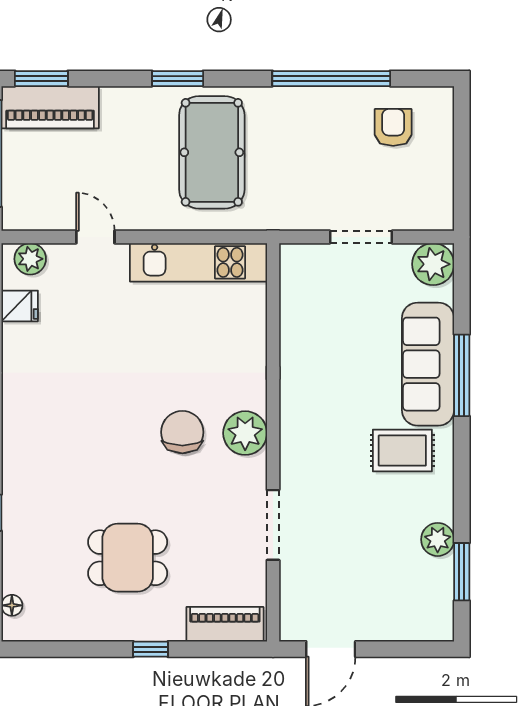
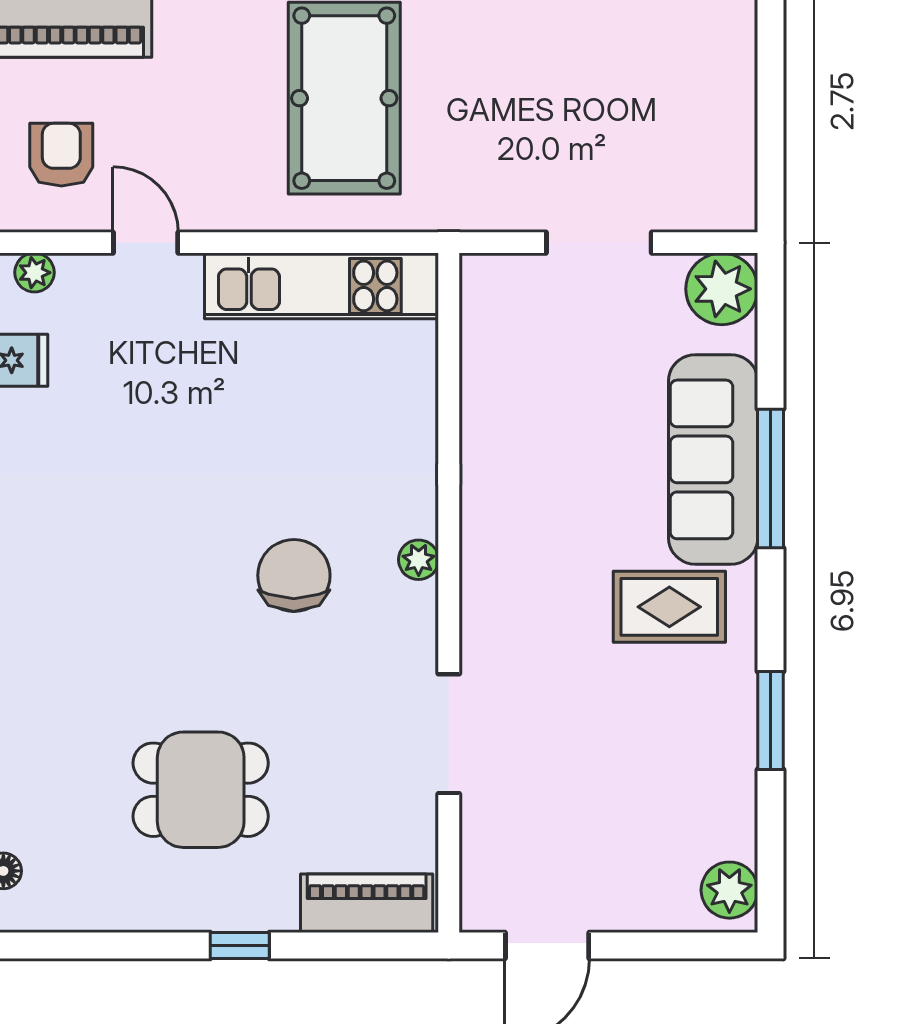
armchair: (393, 127) -> (61, 155), moved
plant: (30, 259) -> (34, 273), width x0.73, depth x0.73
plant: (245, 433) -> (419, 560), width x0.53, depth x0.53
plant: (438, 539) -> (729, 890), moved
window: (462, 572) -> (771, 720), moved

